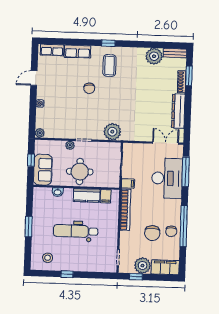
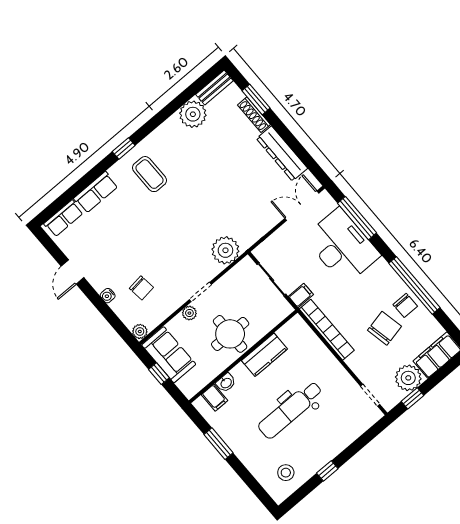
chair: (89, 88) -> (141, 288), moved
sofa: (43, 170) -> (169, 355), moved
filing cabinet: (106, 196) -> (215, 398), moved
window: (29, 227) -> (218, 444), moved
chair: (152, 233) -> (384, 328), turned -102

